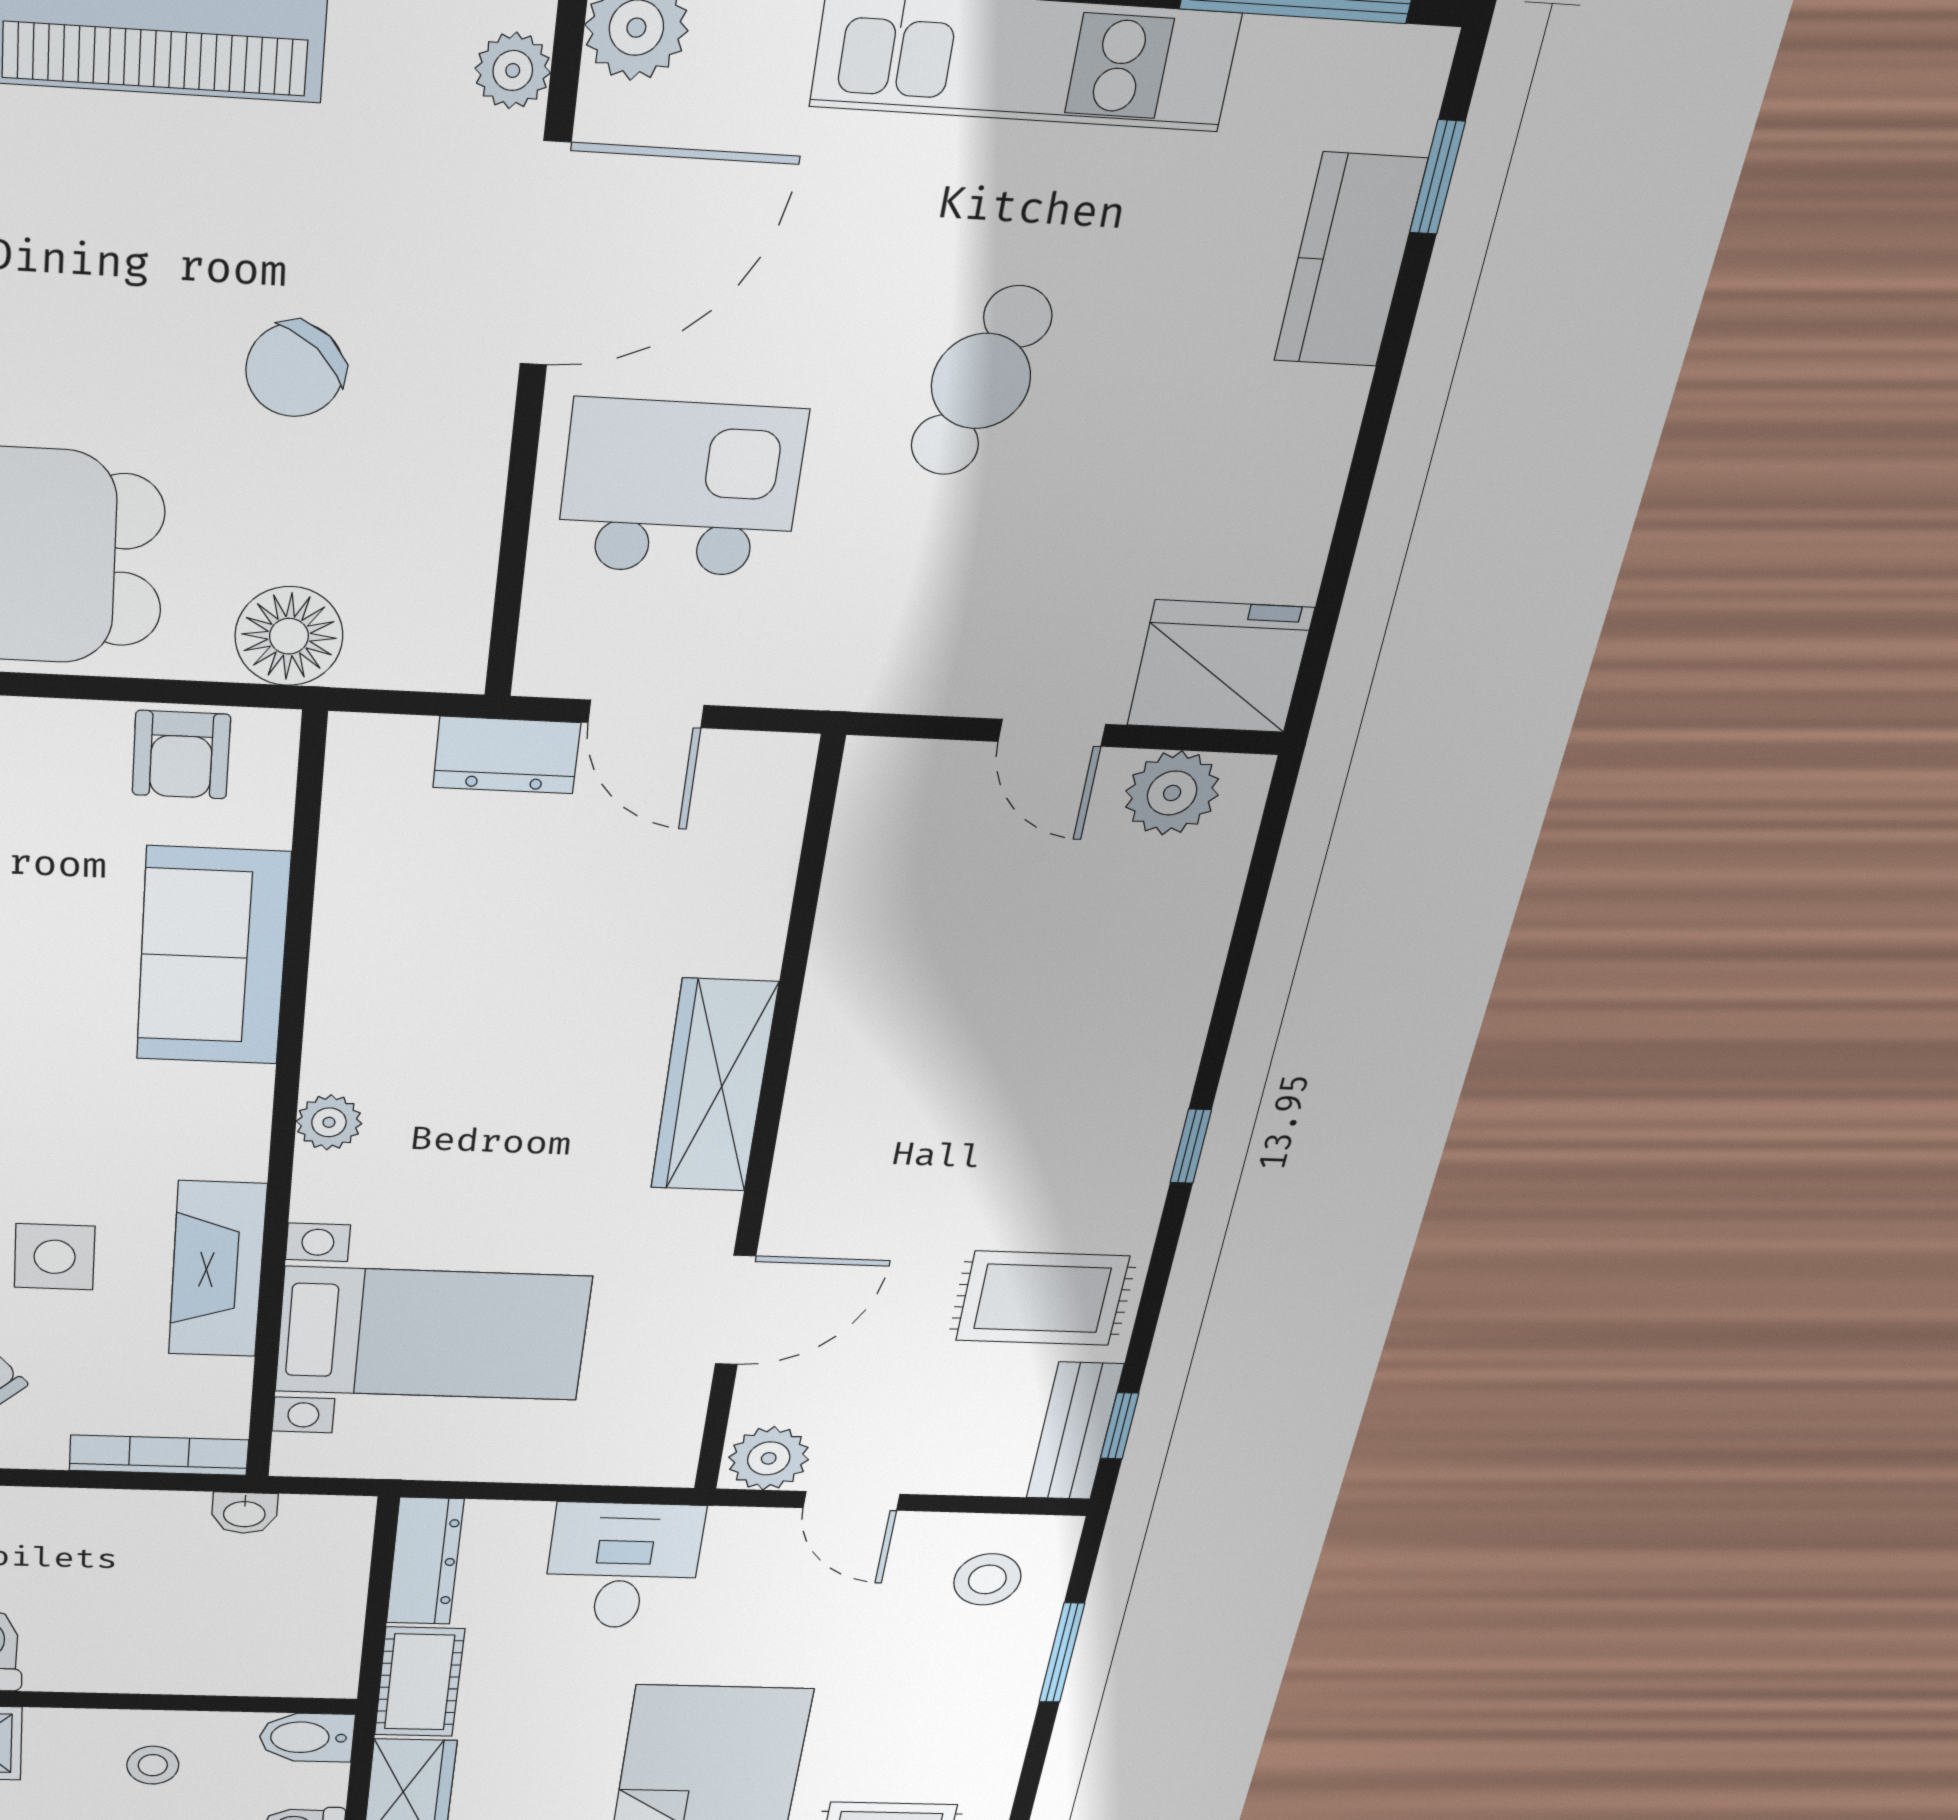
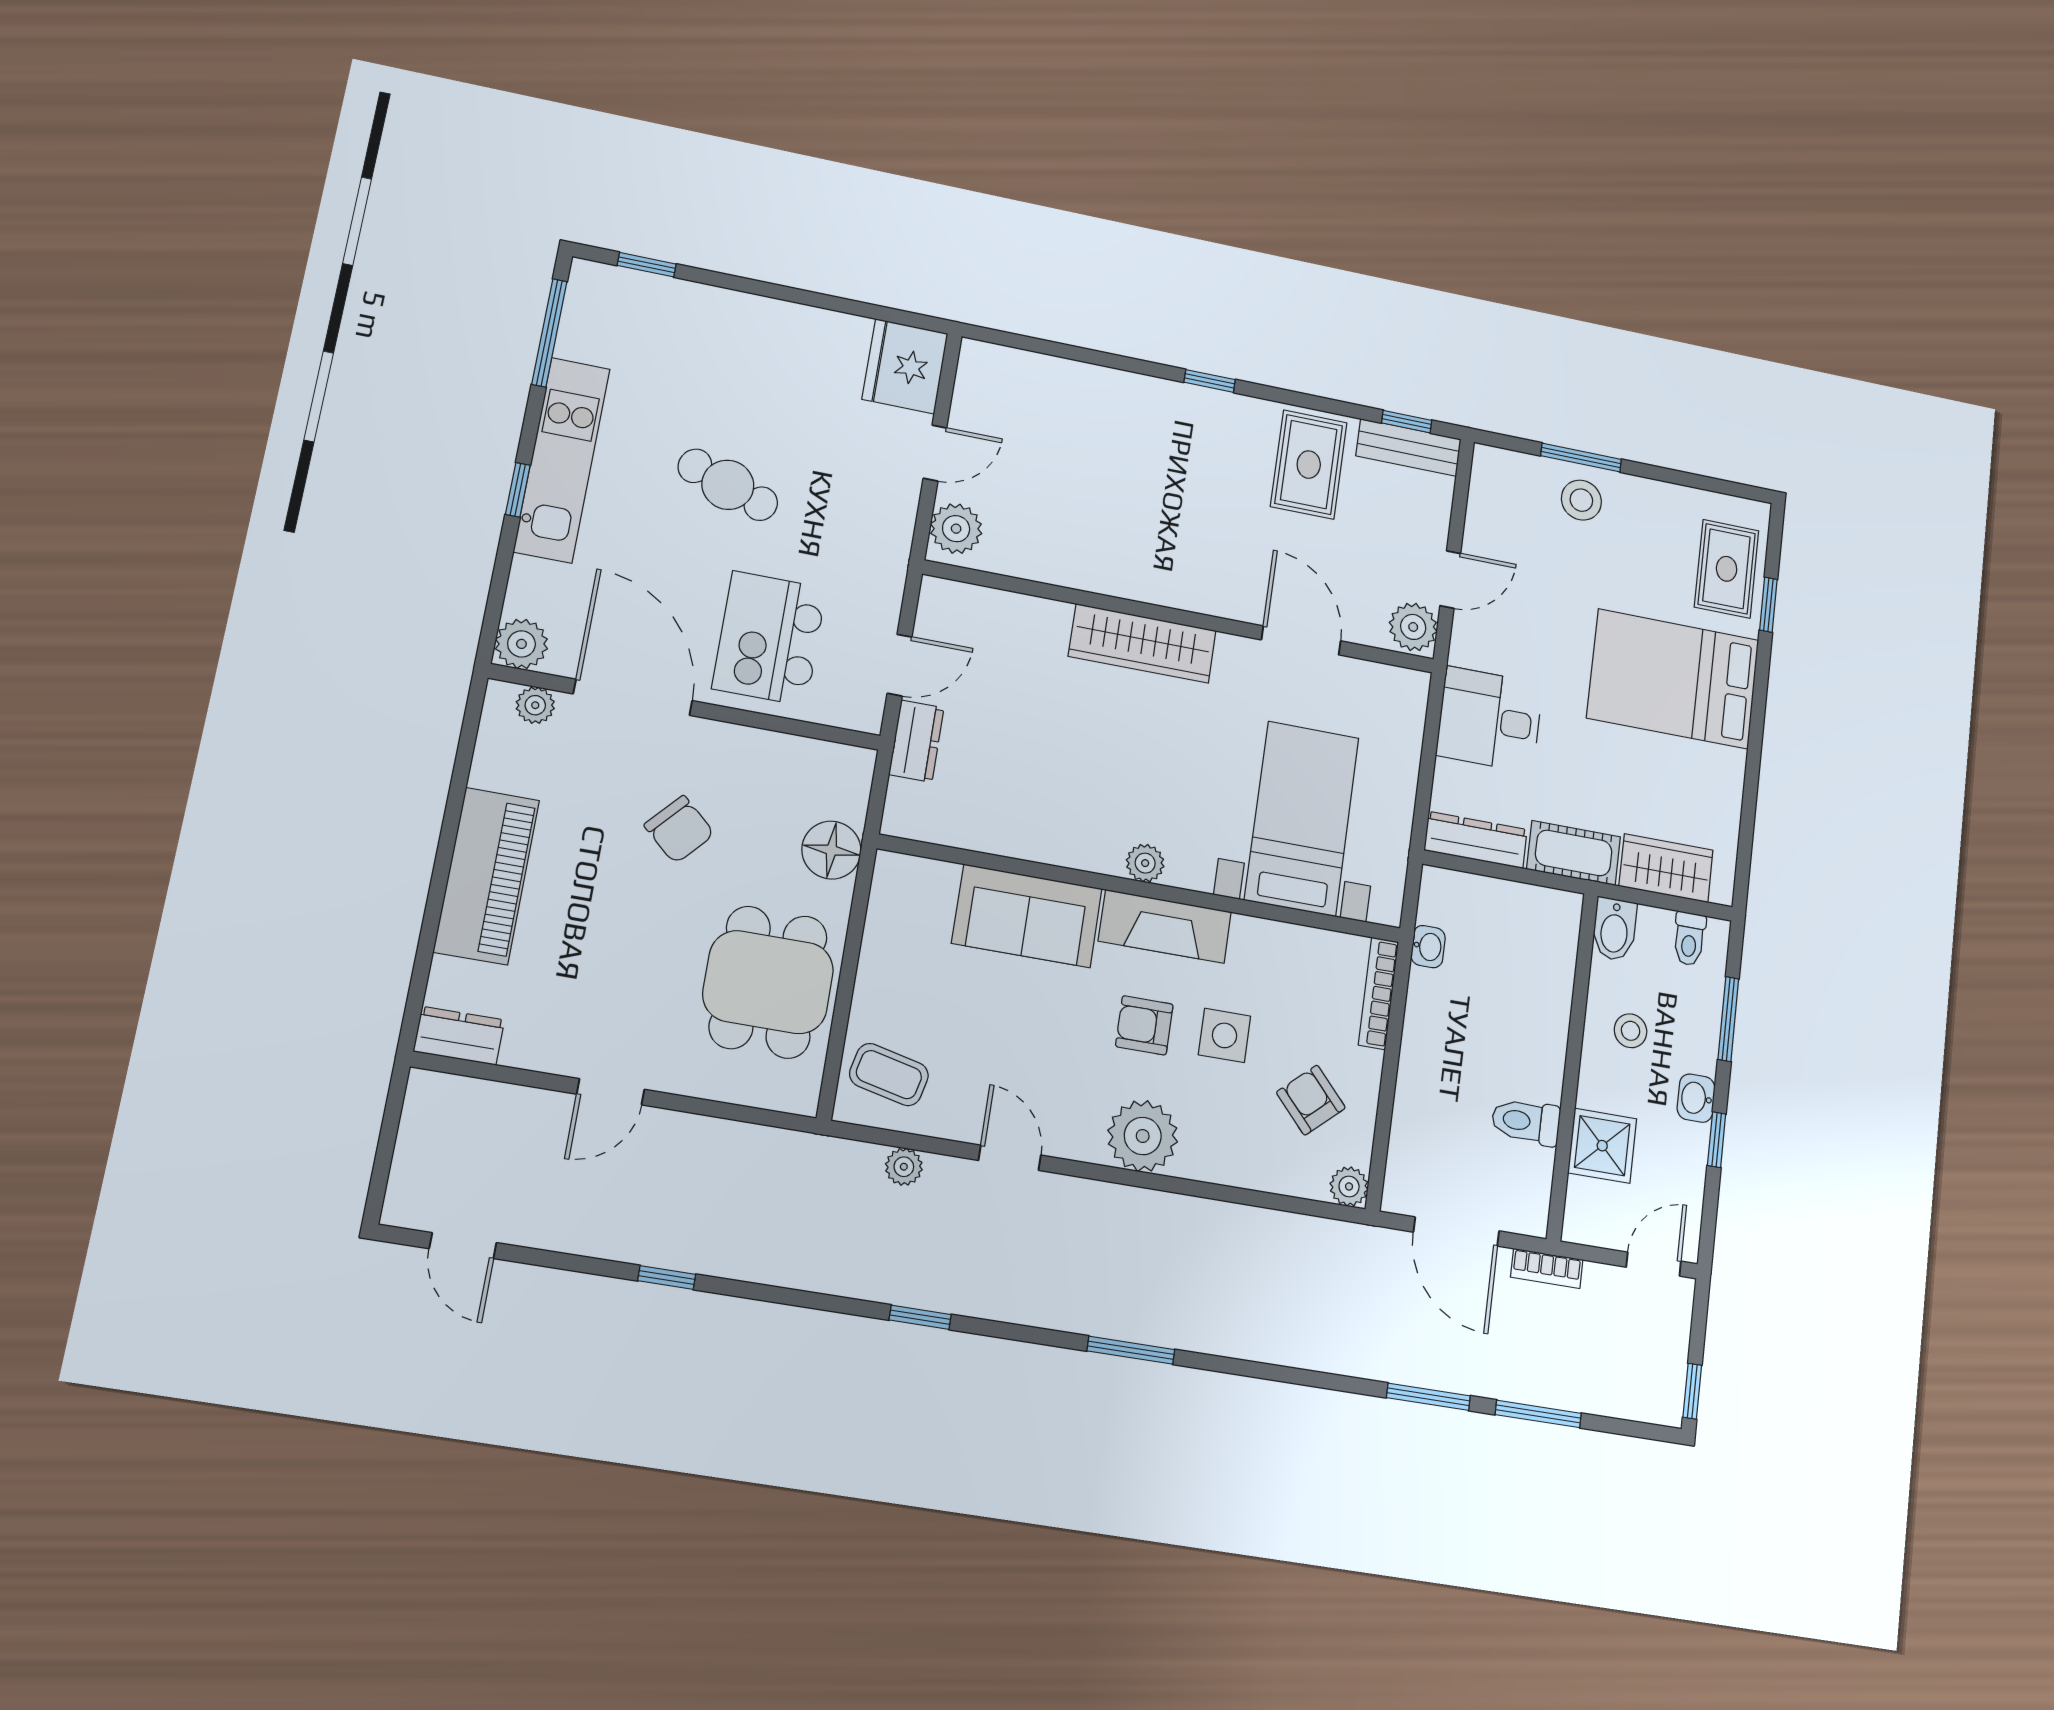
kitchen counter: (1350, 261) -> (685, 305), removed
armchair: (181, 755) -> (1144, 1025), moved, turned 180
plant: (1172, 793) -> (956, 529), moved
fireplace: (217, 1270) -> (1165, 926), moved
stool: (987, 1579) -> (1581, 500), moved

